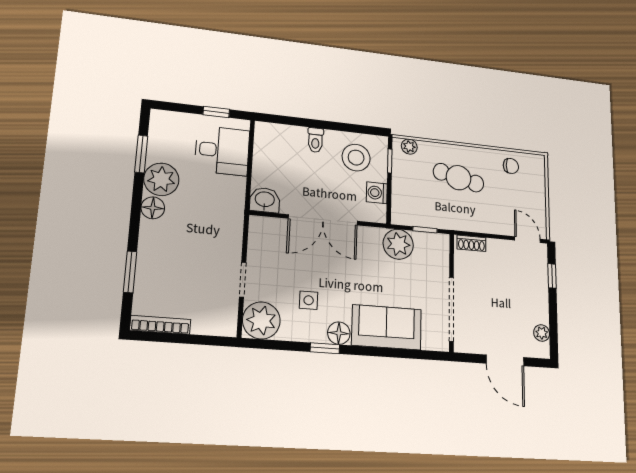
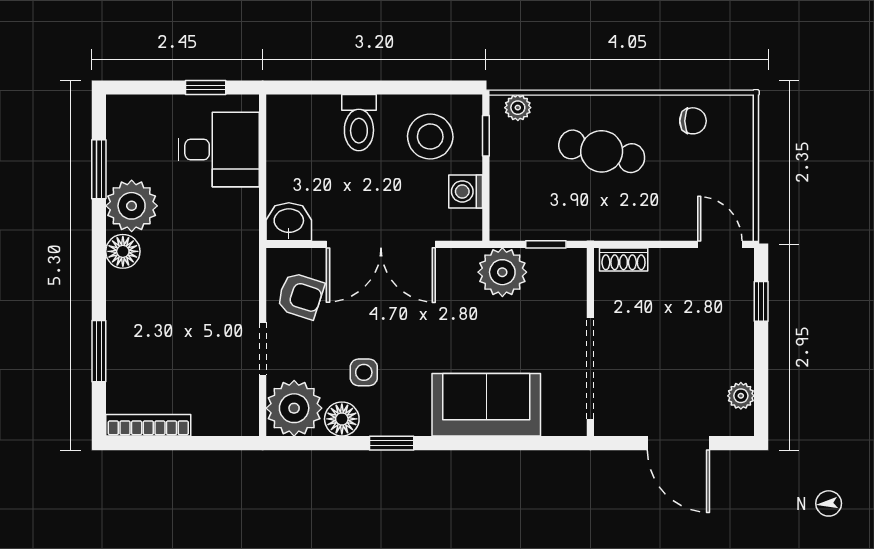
toilet: (315, 140) -> (359, 123), width x1.37, depth x1.39
armchair: (270, 247) -> (300, 296), added
floor lamp: (339, 333) -> (342, 419), moved

